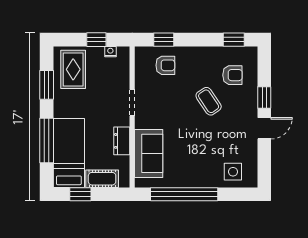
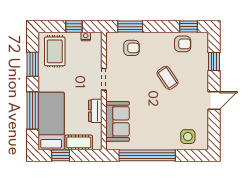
window: (164, 40) -> (130, 27), width x1.50
armchair: (232, 75) -> (183, 44), moved
window: (264, 98) -> (214, 62), moved

